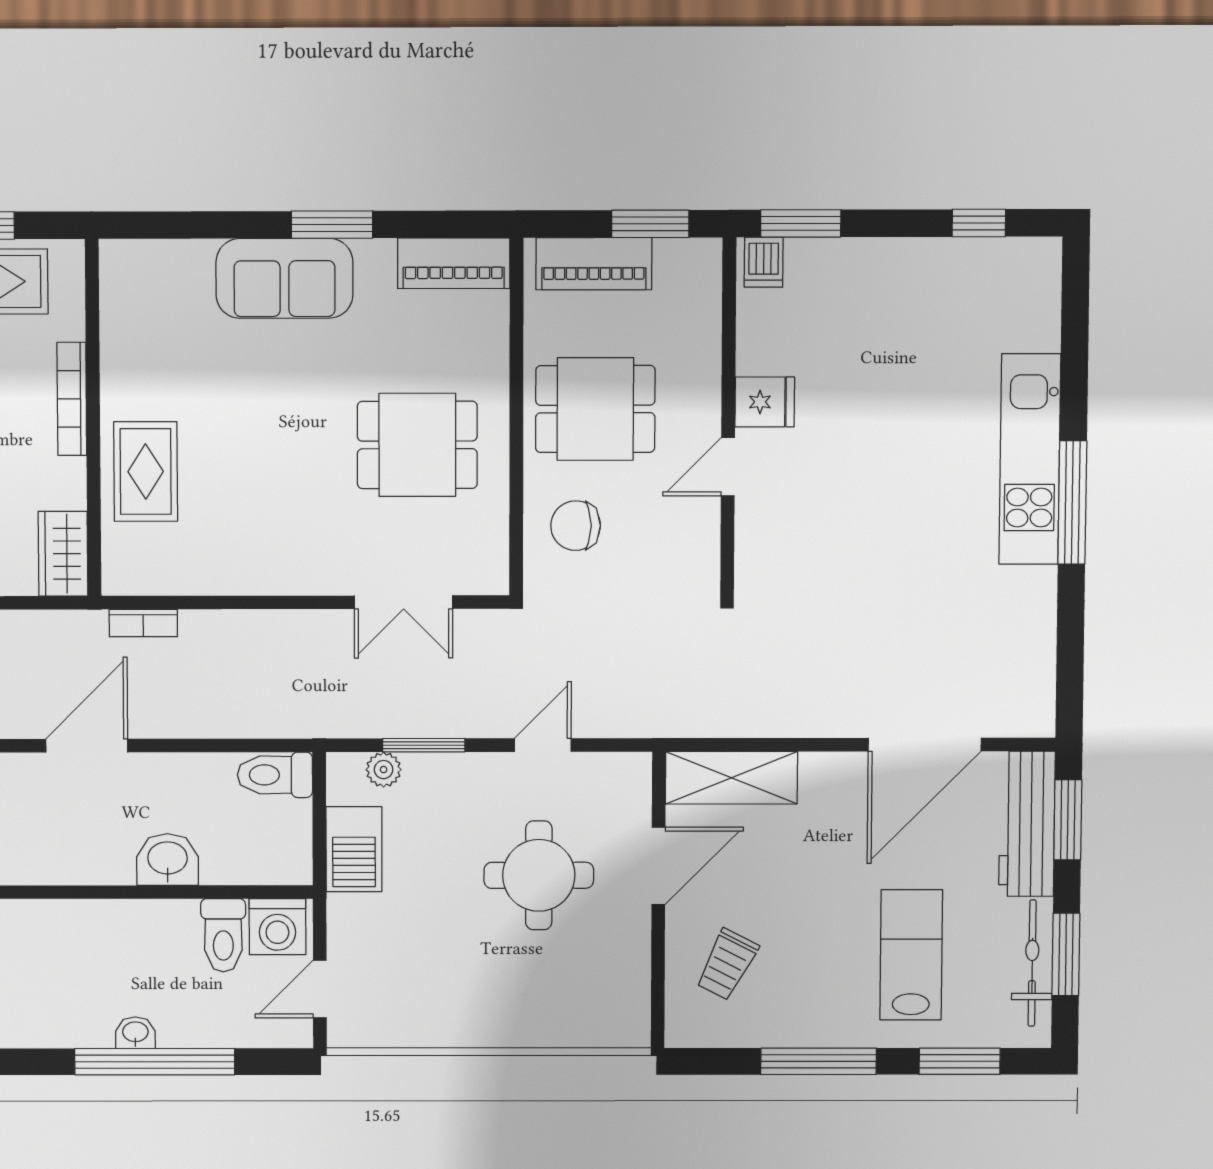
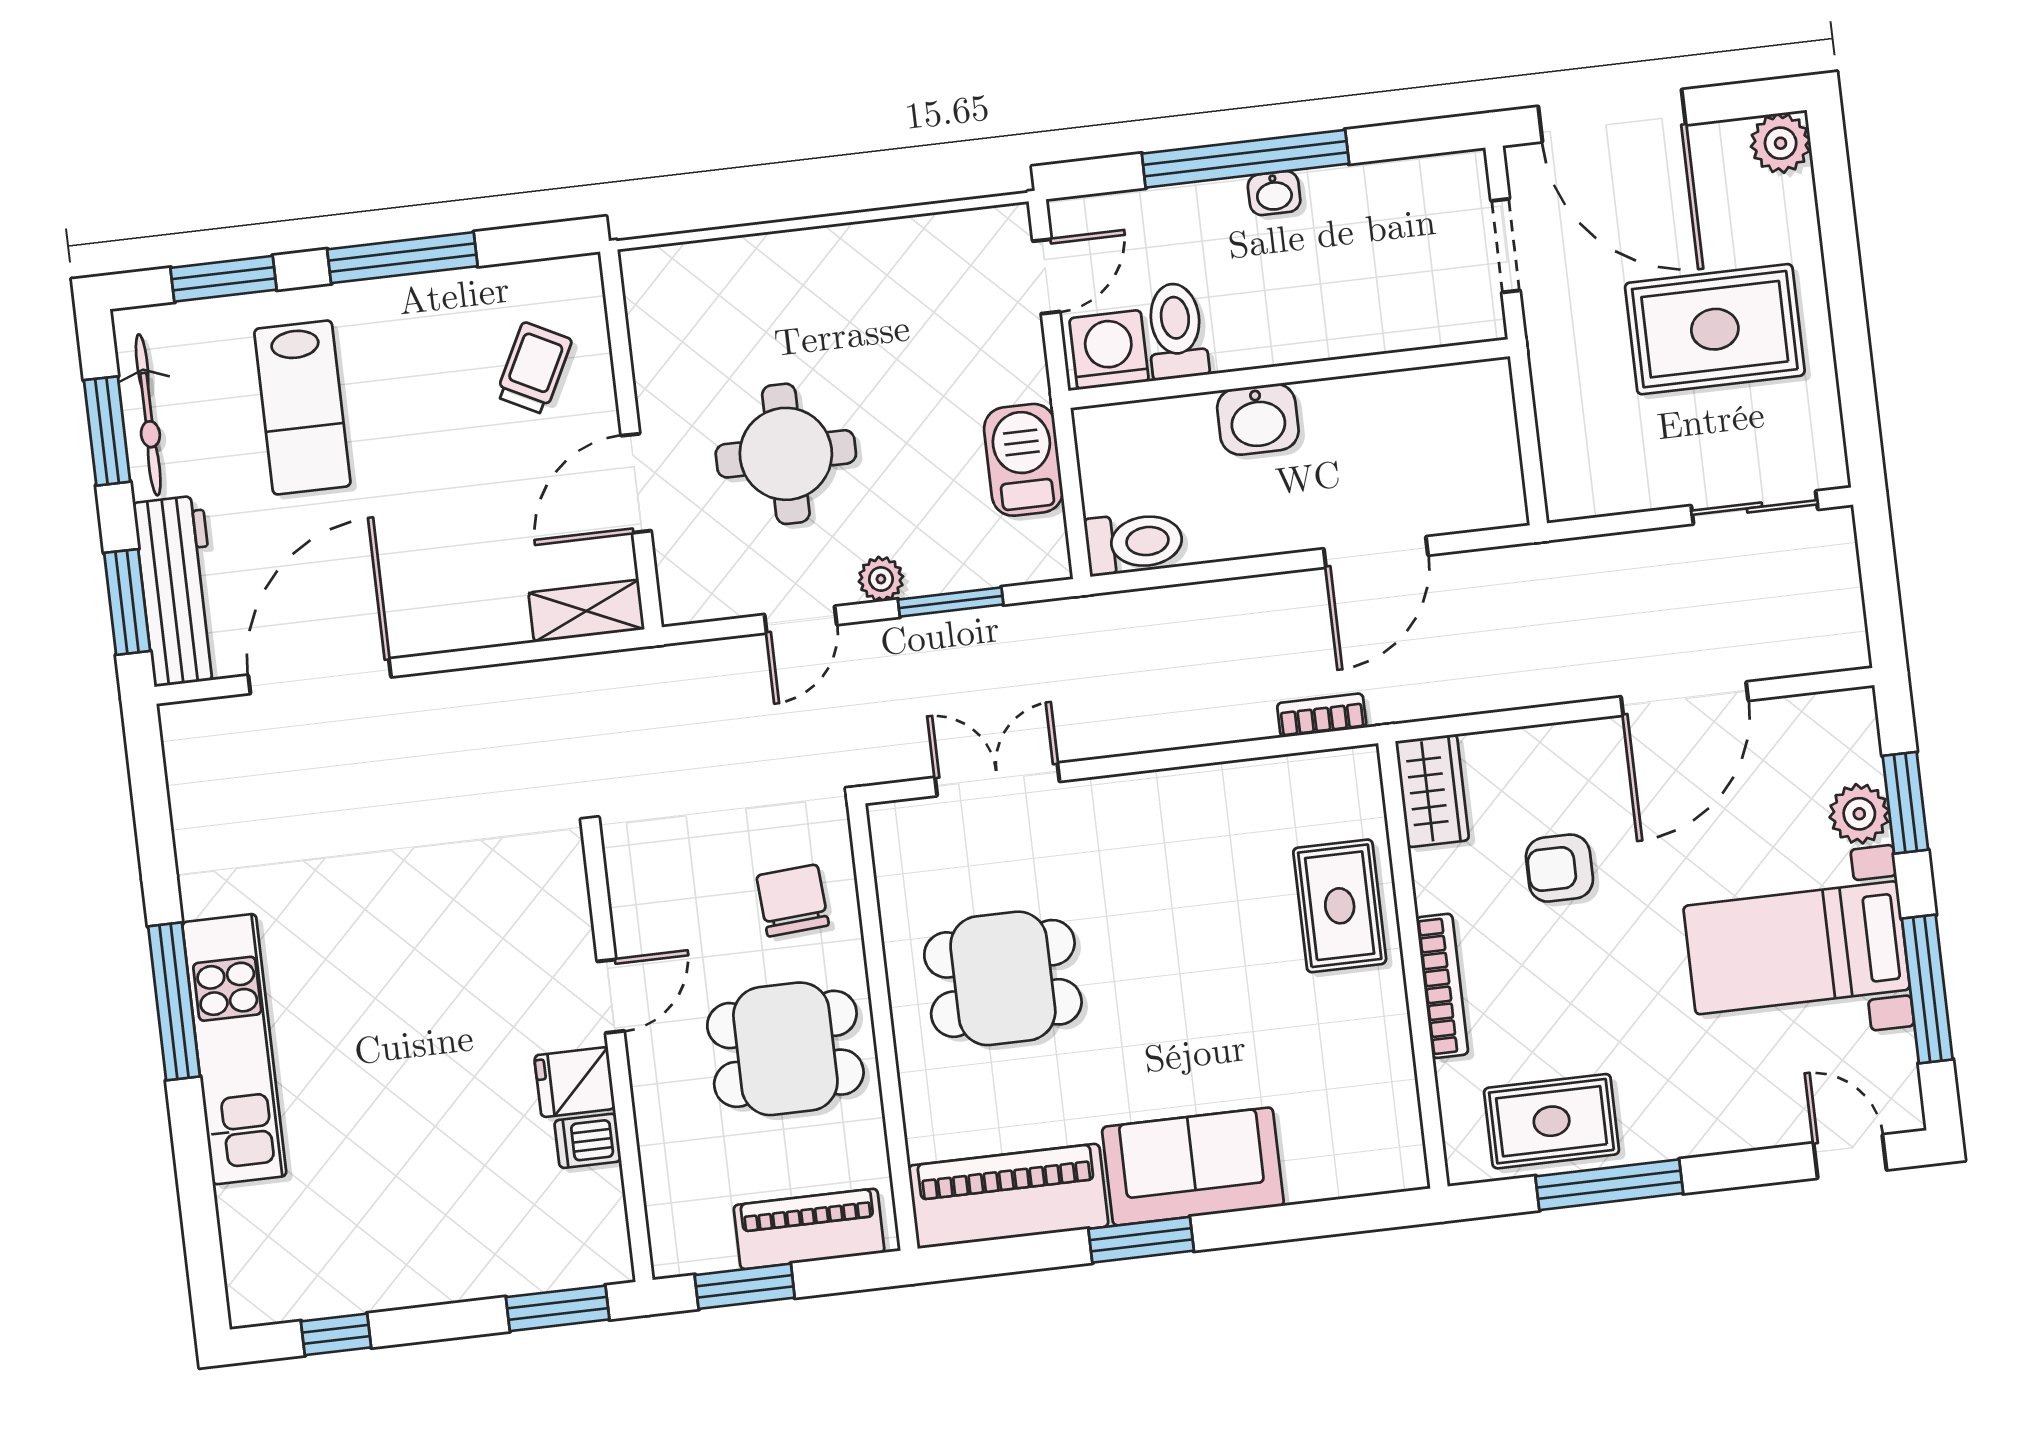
dishwasher: (764, 262) -> (588, 1141), moved, turned -90
piano: (454, 263) -> (1008, 1196), width x1.37, depth x1.33
chair: (576, 526) -> (793, 900), turned -94
plant: (384, 770) -> (881, 579), moved
shelving: (731, 778) -> (586, 611), width x0.67, depth x0.75

